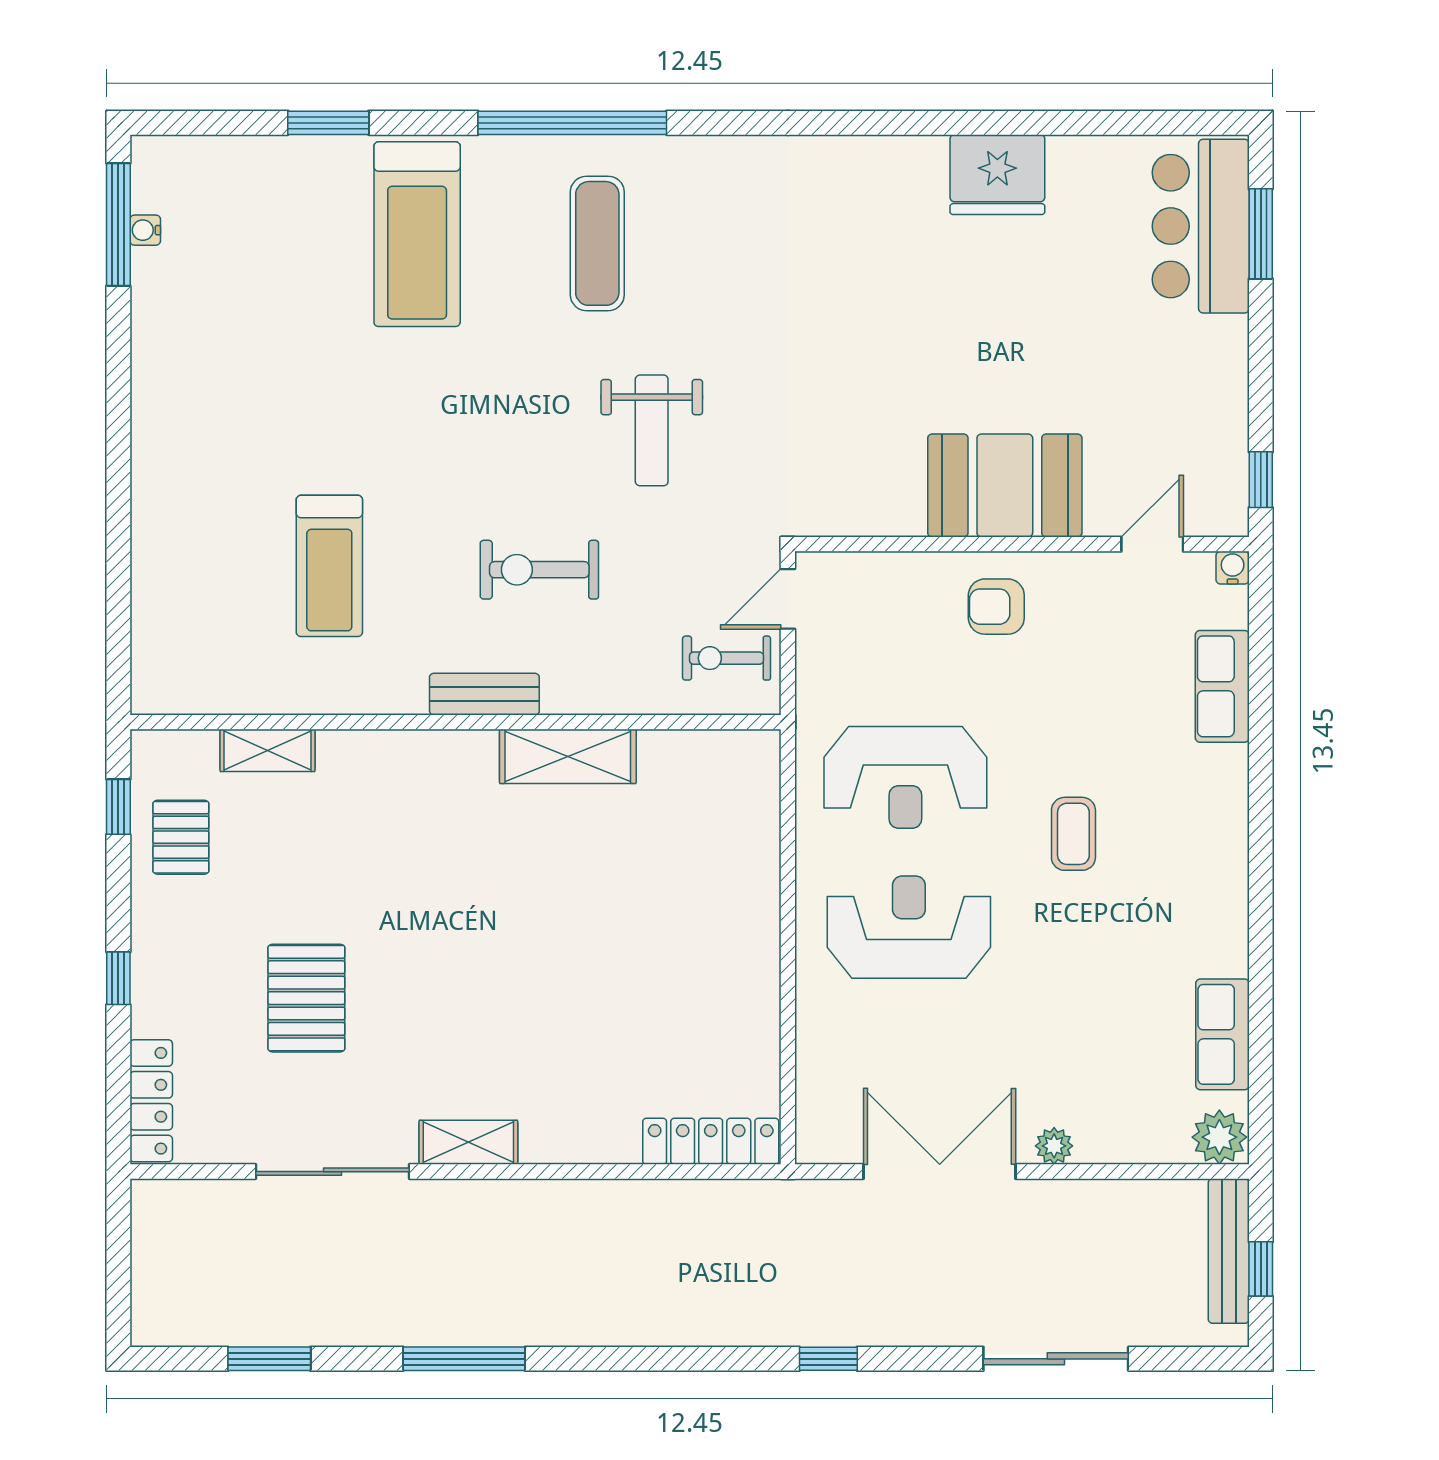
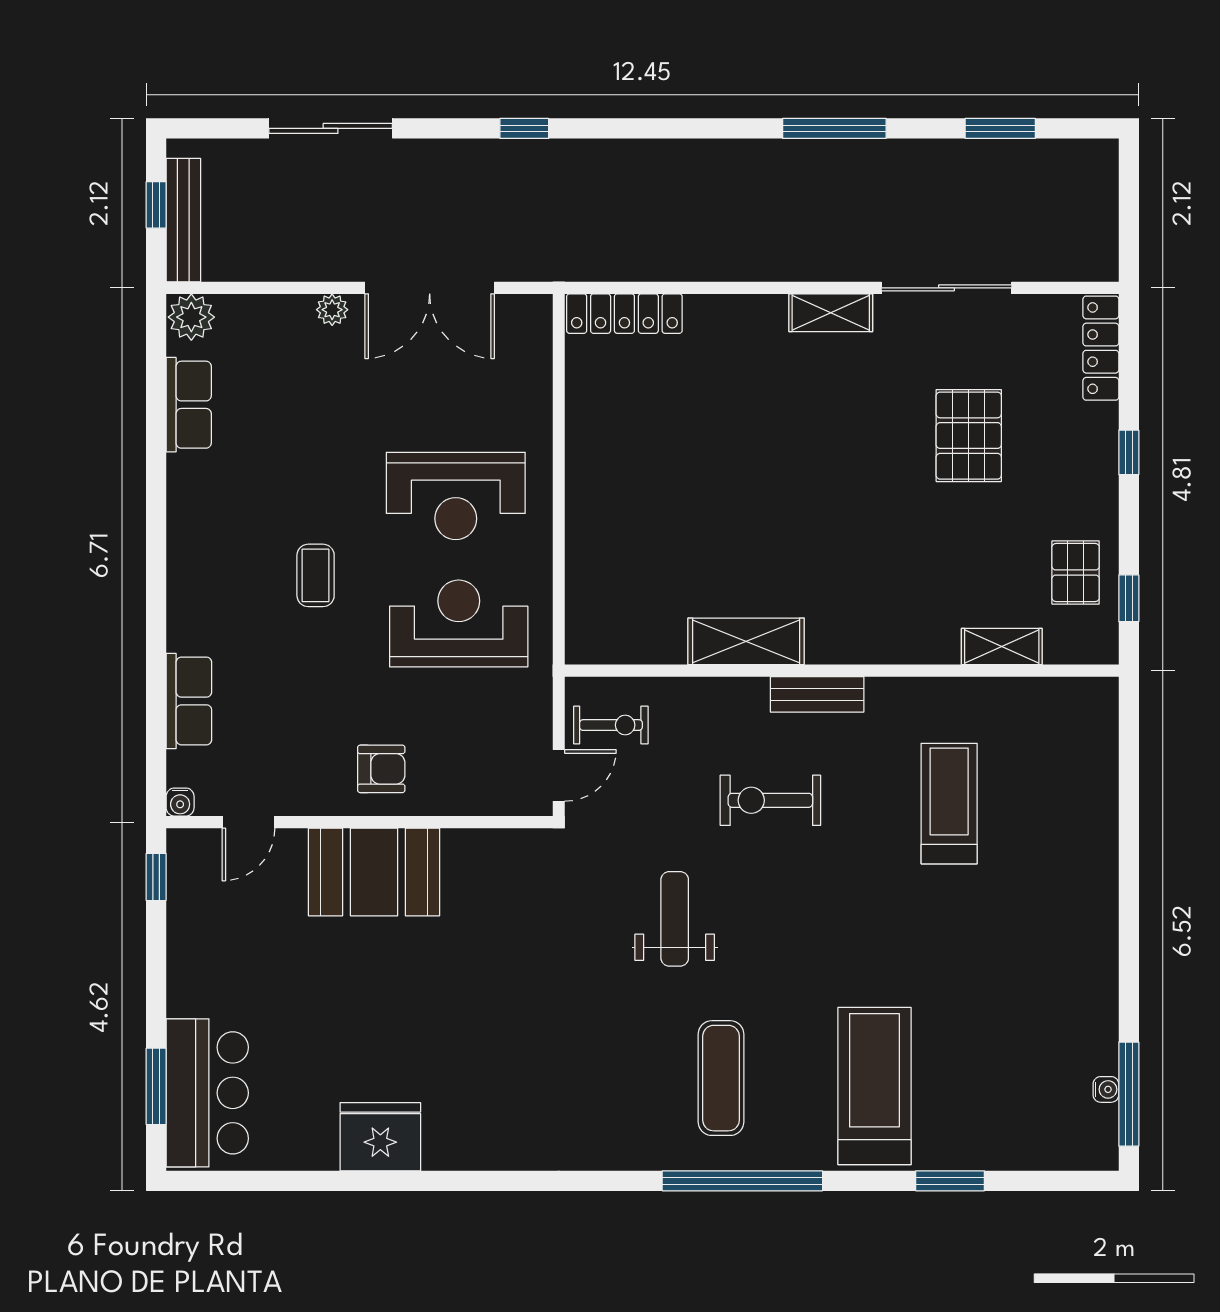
exercise bike: (539, 570) -> (770, 800), turned 180

